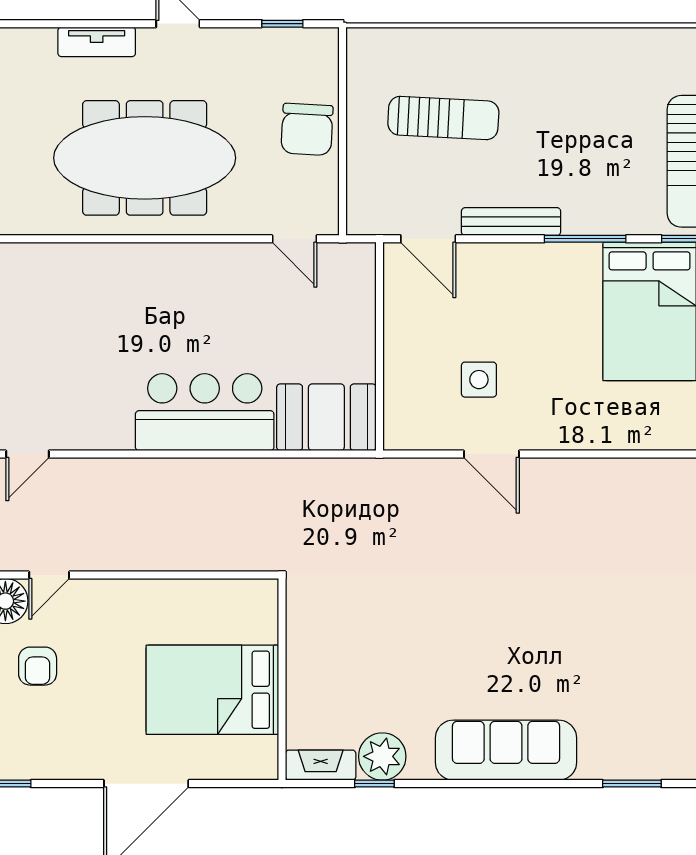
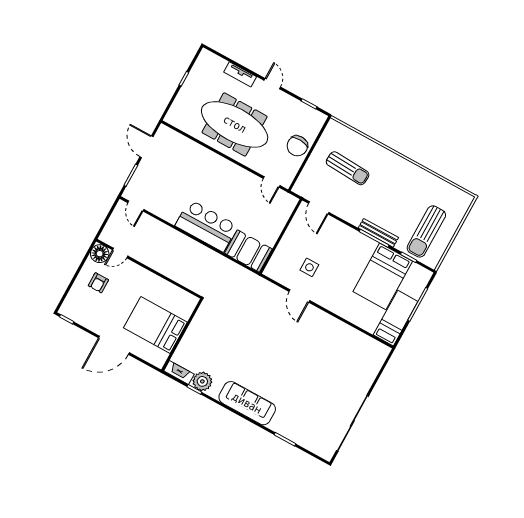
bench: (511, 222) -> (378, 233), moved
door: (27, 454) -> (136, 206), hinge flipped

